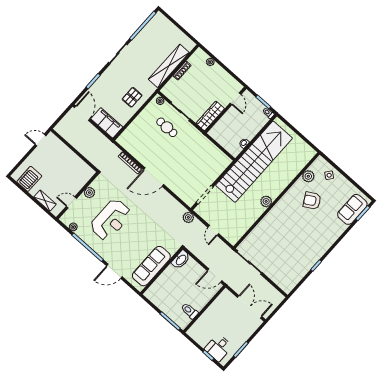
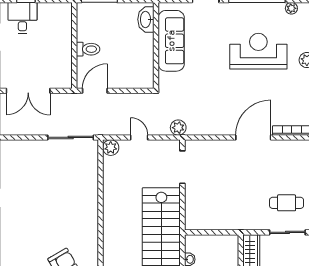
plant: (266, 201) -> (111, 148), moved
reception desk: (111, 220) -> (258, 51), turned 90
washbasin: (181, 260) -> (146, 19), moved
toilet: (190, 311) -> (88, 49), moved

